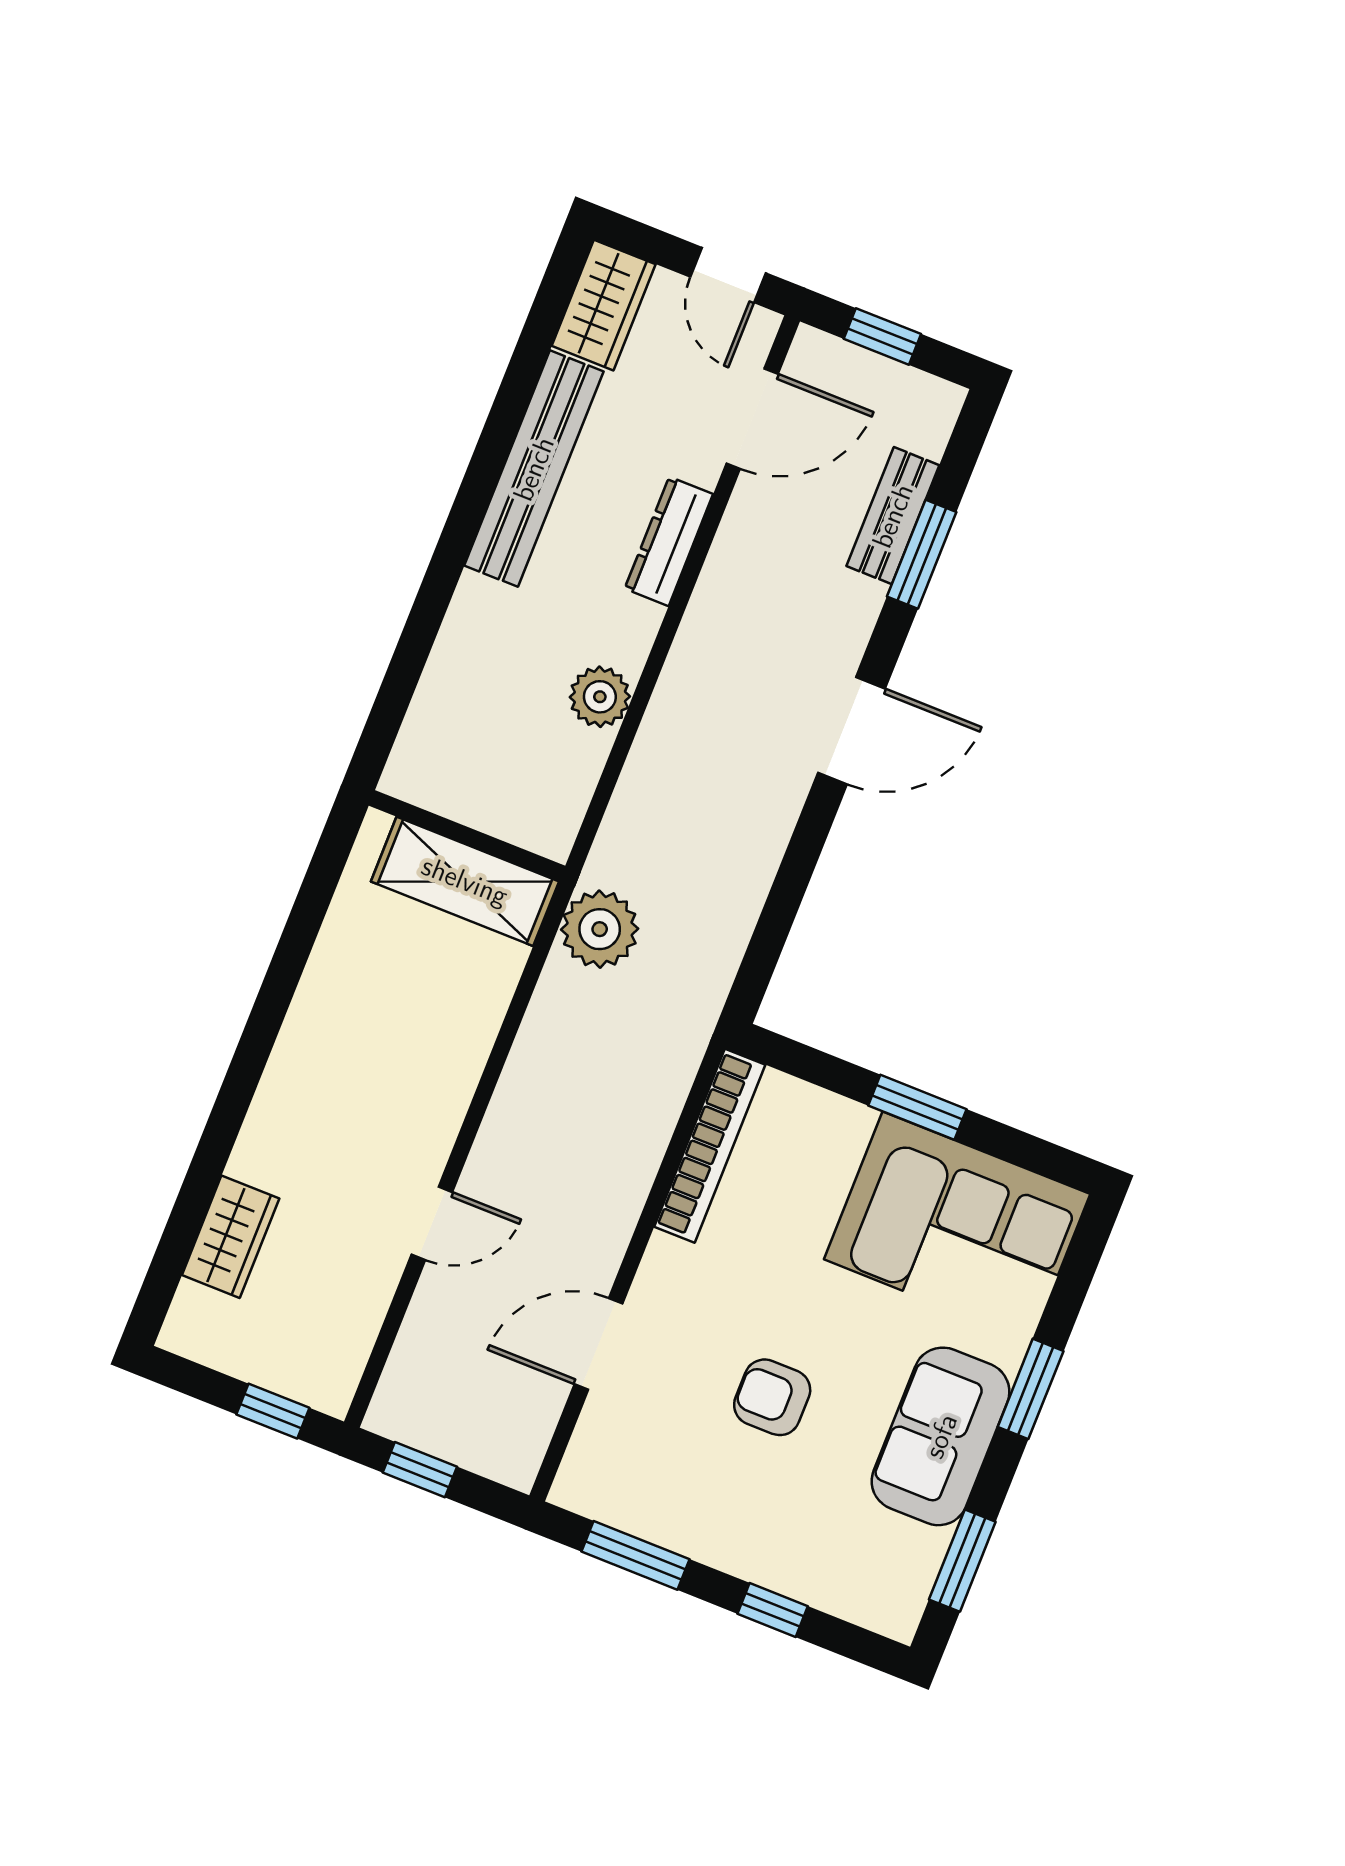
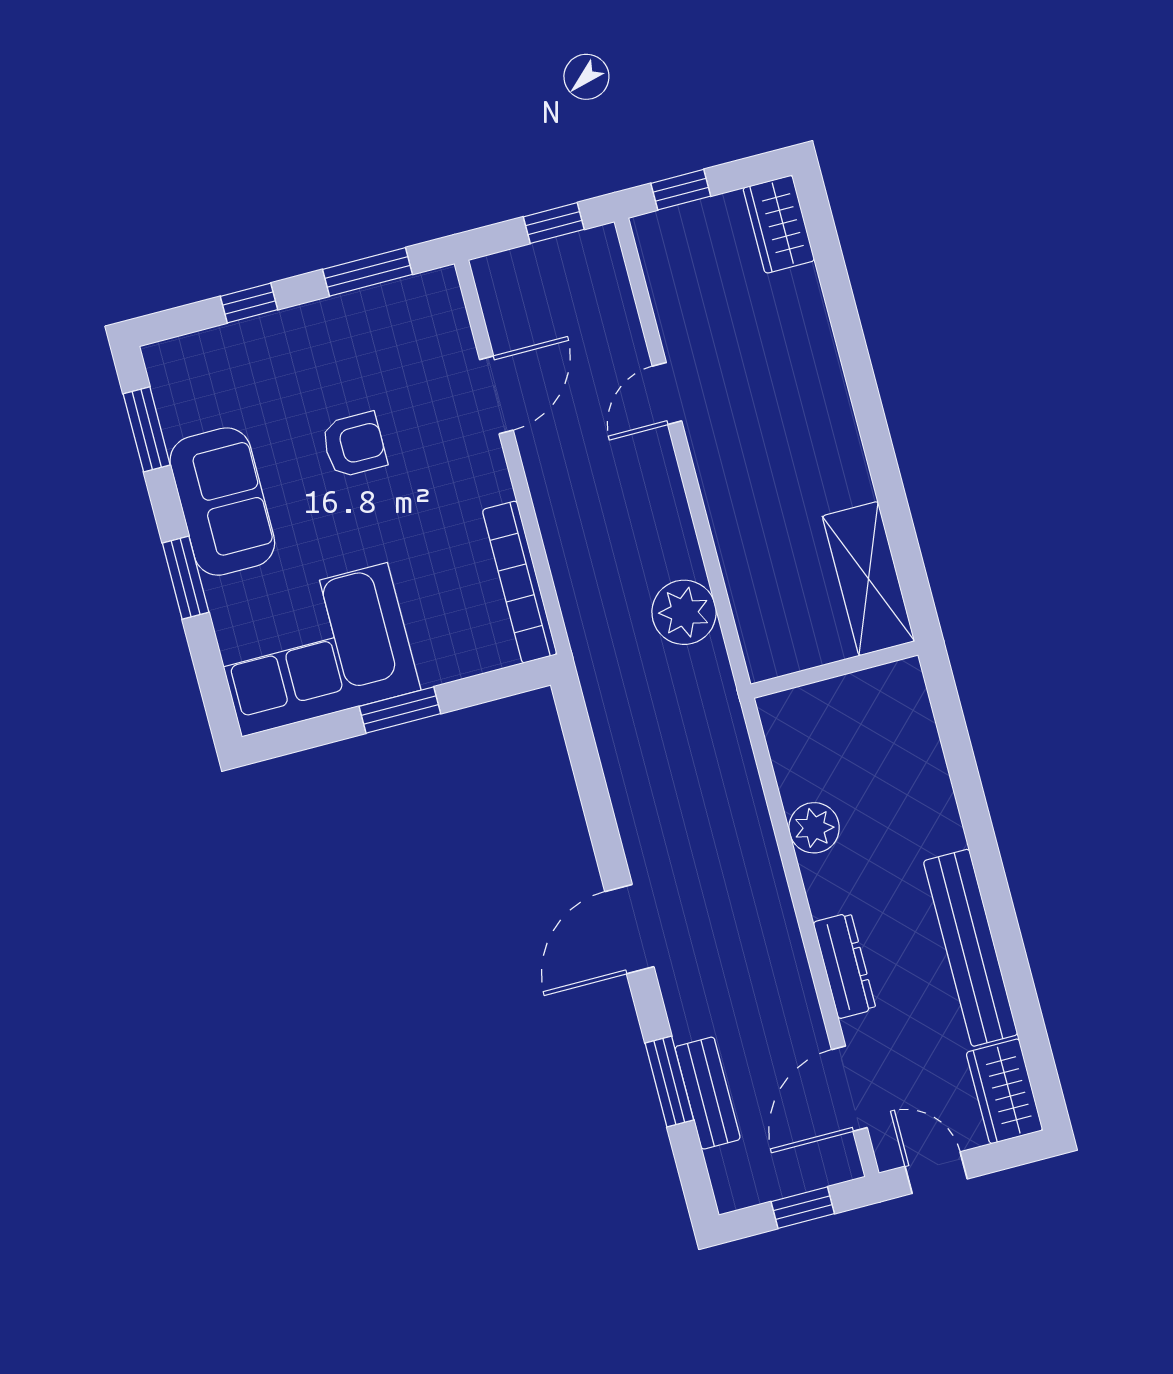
shelving: (465, 881) -> (868, 579), moved, turned 90
plant: (600, 929) -> (684, 612), moved
wardrobe: (231, 1237) -> (779, 224), moved

